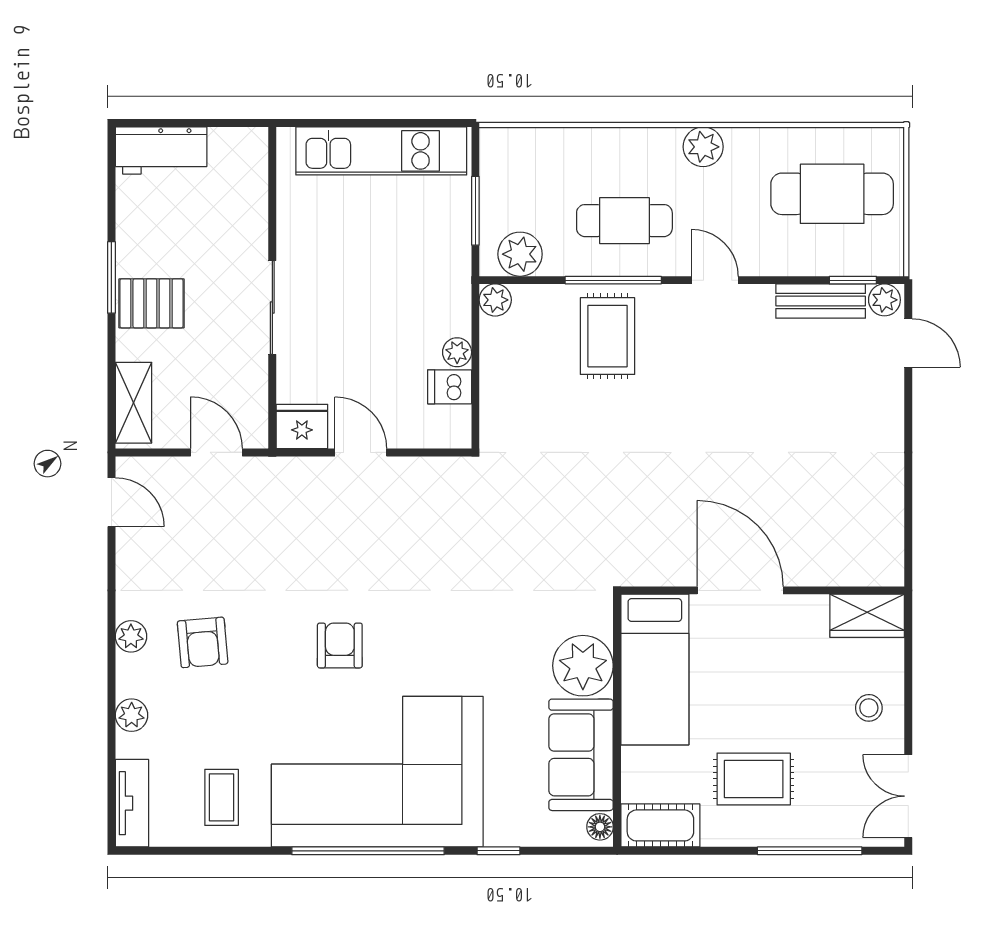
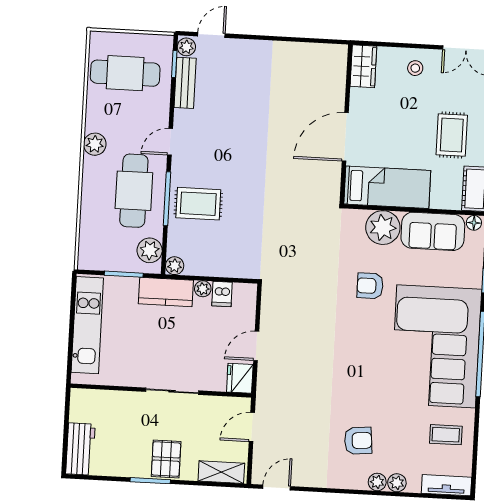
cafe table: (832, 194) -> (125, 73), turned 90
cafe table: (624, 221) -> (134, 191), width x1.37, depth x1.35
kitchen counter: (448, 287) -> (166, 292), added
plant: (131, 636) -> (377, 482), moved
armchair: (340, 645) -> (370, 286), moved

